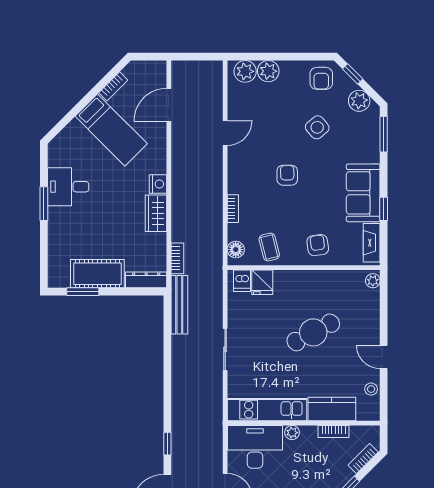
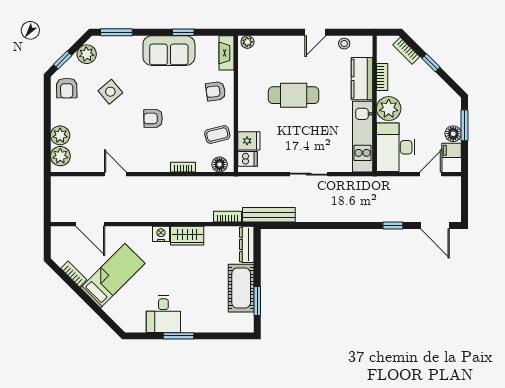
armchair: (321, 78) -> (67, 88), turned 89
fireplace: (372, 243) -> (226, 53), moved, turned 90
cafe table: (313, 332) -> (294, 95), turned -62
plant: (292, 433) -> (389, 109), width x1.88, depth x1.88

